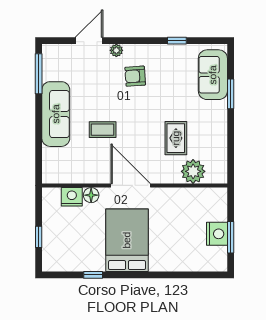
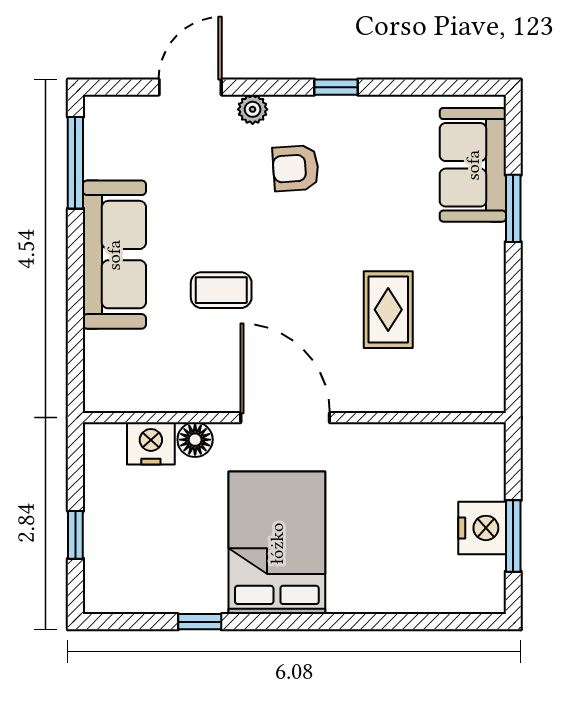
window: (177, 41) -> (336, 87), moved
plant: (193, 171) -> (428, 386), removed

